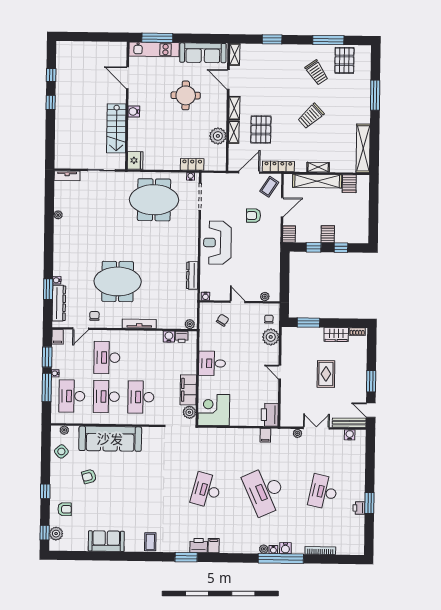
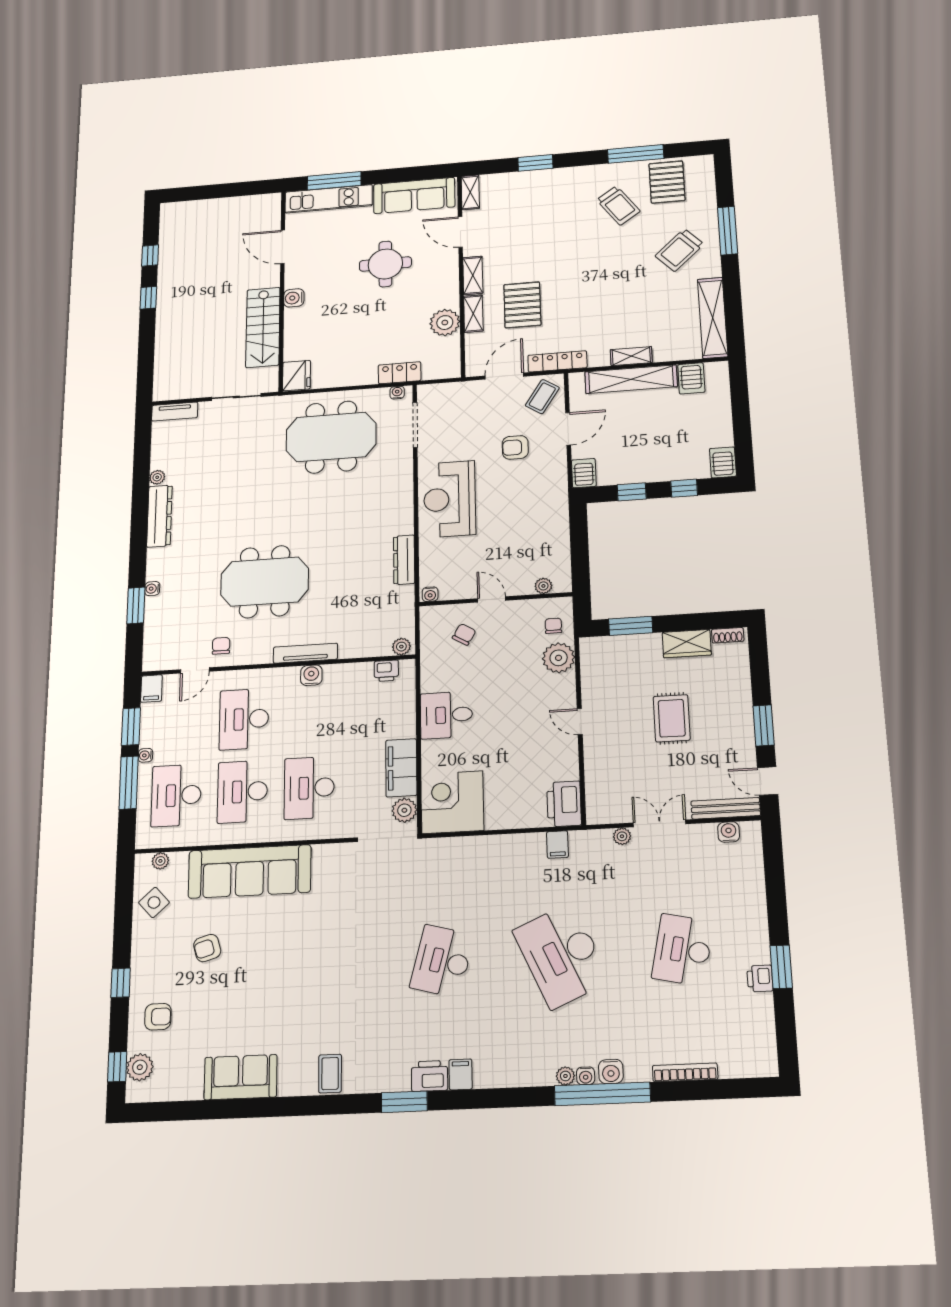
trolley: (311, 116) -> (679, 250), moved
server rack: (328, 234) -> (723, 462), moved
dresser: (59, 303) -> (159, 516), moved
water cooler: (169, 337) -> (311, 675), moved

